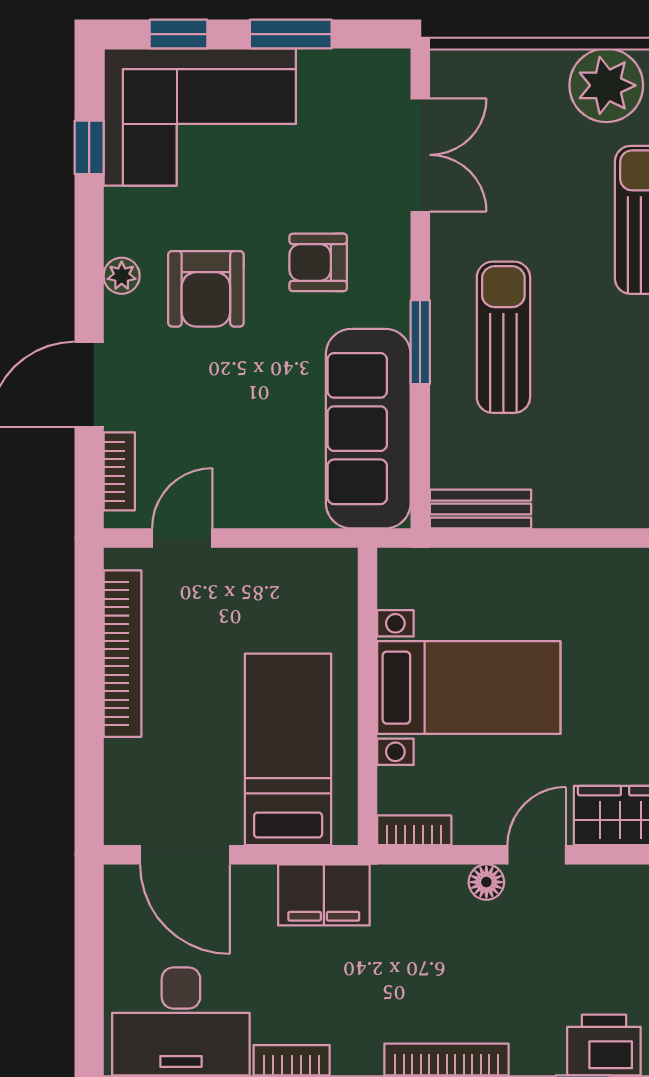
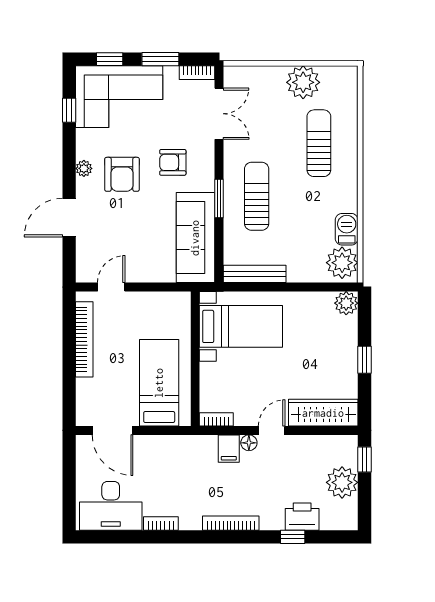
bookcase: (119, 471) -> (197, 73), moved, turned 90
bench: (481, 509) -> (255, 274), width x1.36
bed with nightstands: (469, 688) -> (241, 326), moved
filing cabinet: (324, 895) -> (229, 449), moved, width x0.50

